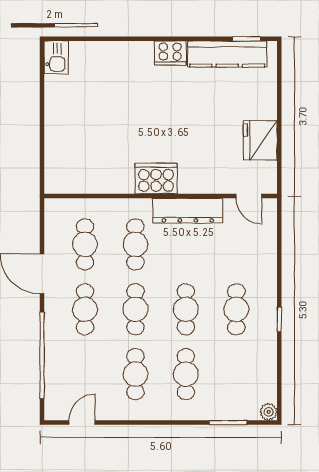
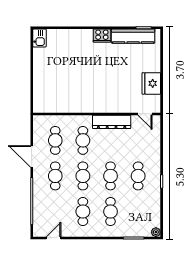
cooker: (156, 179) -> (94, 104), removed

